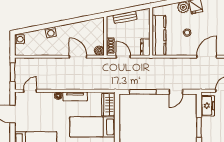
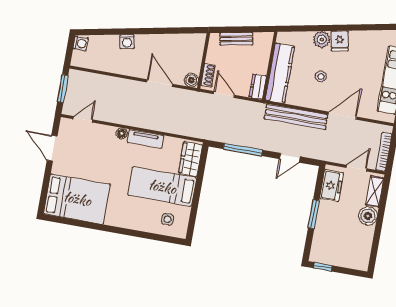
bench: (175, 63) -> (296, 117), added

